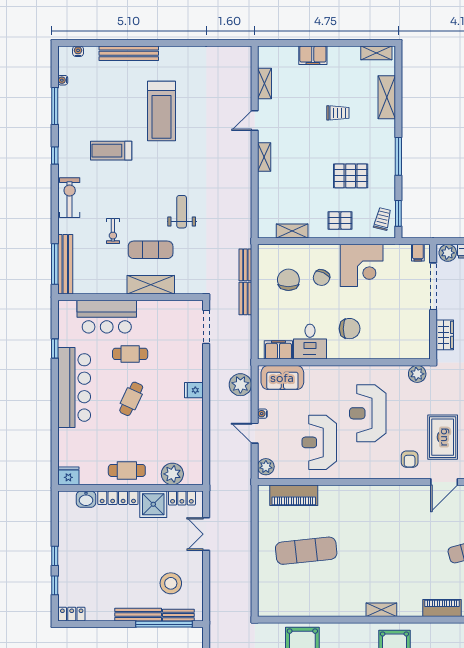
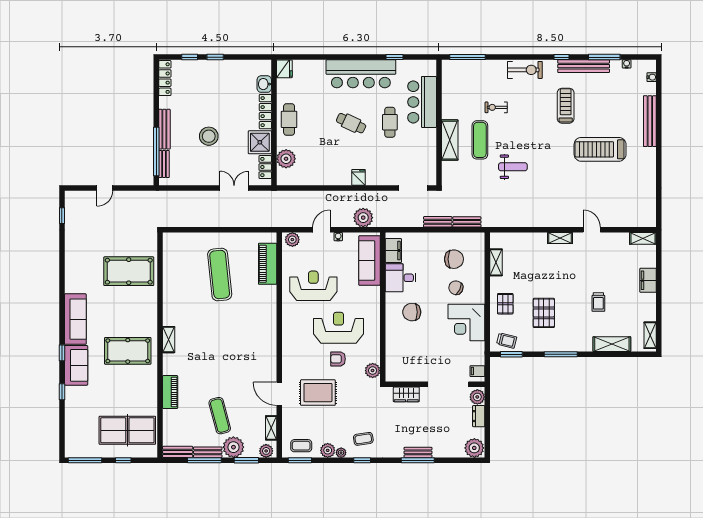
shelving: (264, 83) -> (643, 238), moved
bench: (65, 264) -> (584, 66), moved
chair: (350, 329) -> (412, 312), turned 90
sofa: (282, 378) -> (369, 261), width x1.36
armchair: (410, 459) -> (338, 359), moved
stool: (171, 583) -> (209, 136), moved
locker: (72, 614) -> (165, 78), width x1.53

